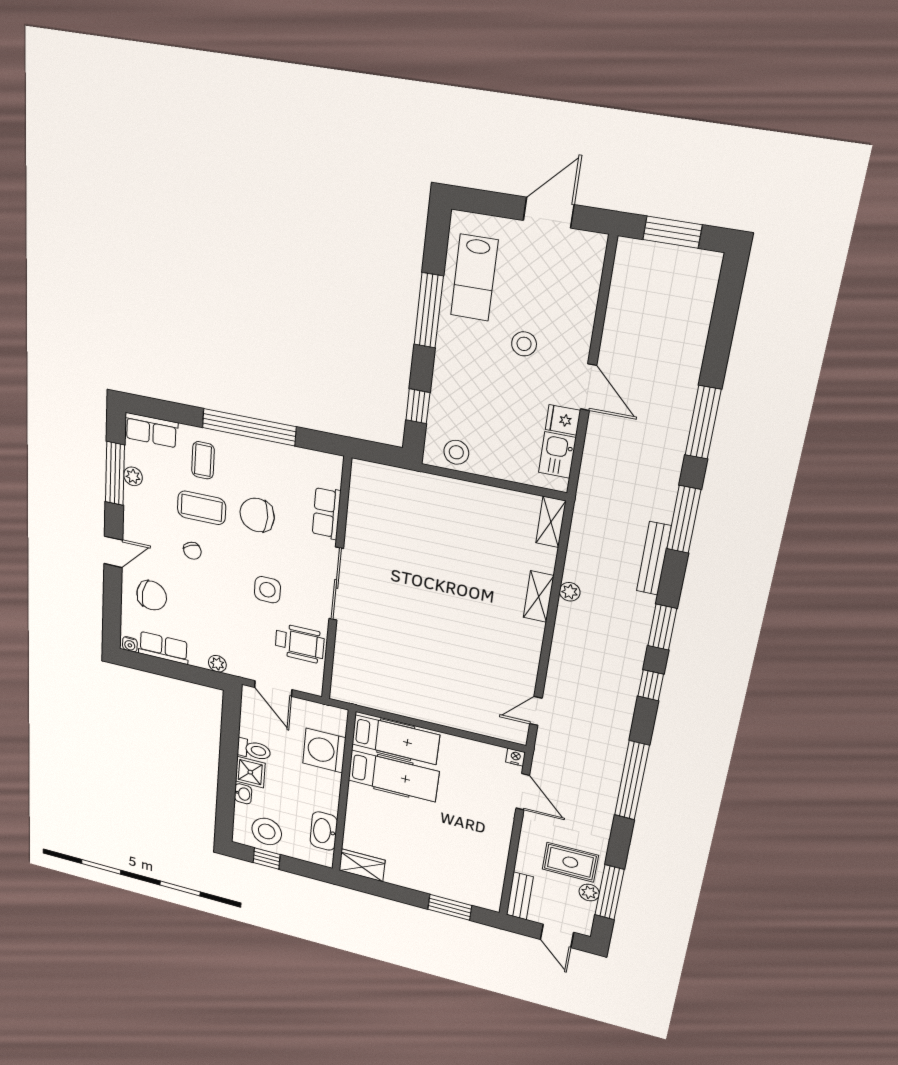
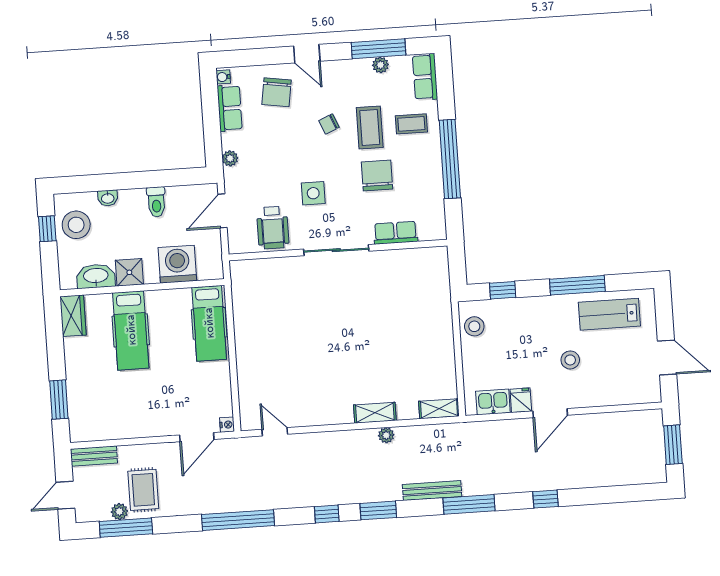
window: (703, 422) -> (546, 499), width x0.46
shower: (250, 772) -> (129, 272), moved
hospital bed: (393, 776) -> (131, 330), moved

